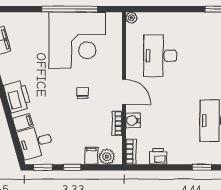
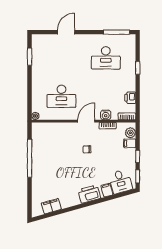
corner desk: (77, 40) -> (51, 153), removed

